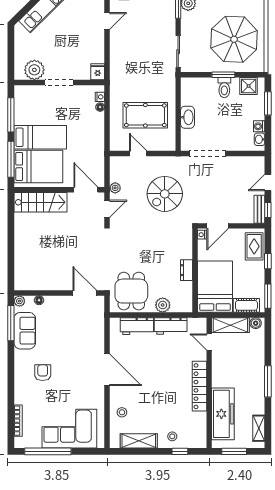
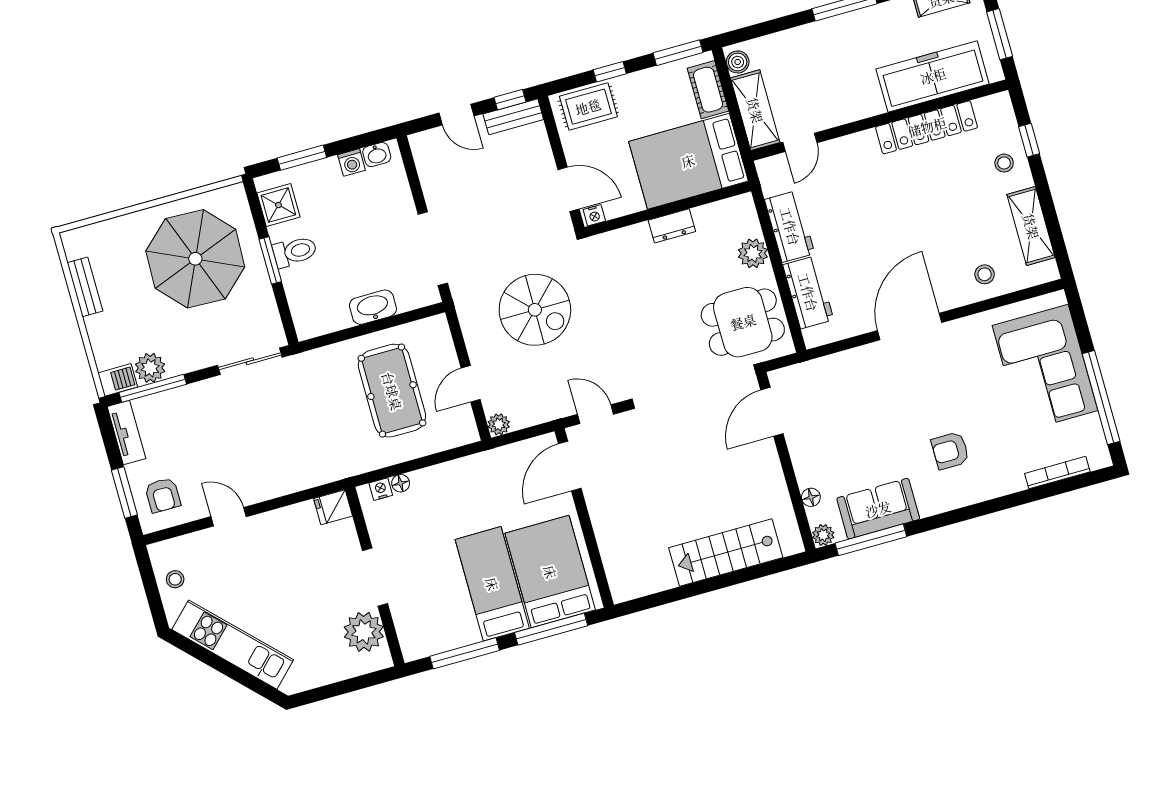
plant: (115, 188) -> (499, 424), moved
stairs: (41, 202) -> (726, 553), moved, turned -90
locker: (200, 386) -> (927, 127), moved

